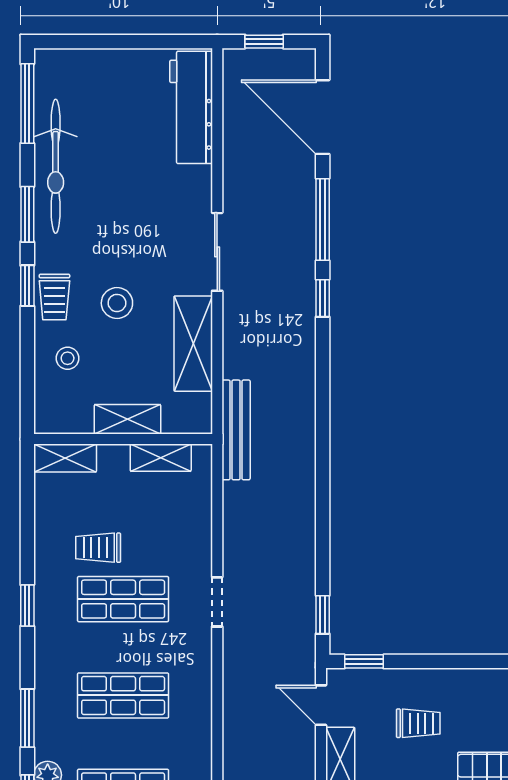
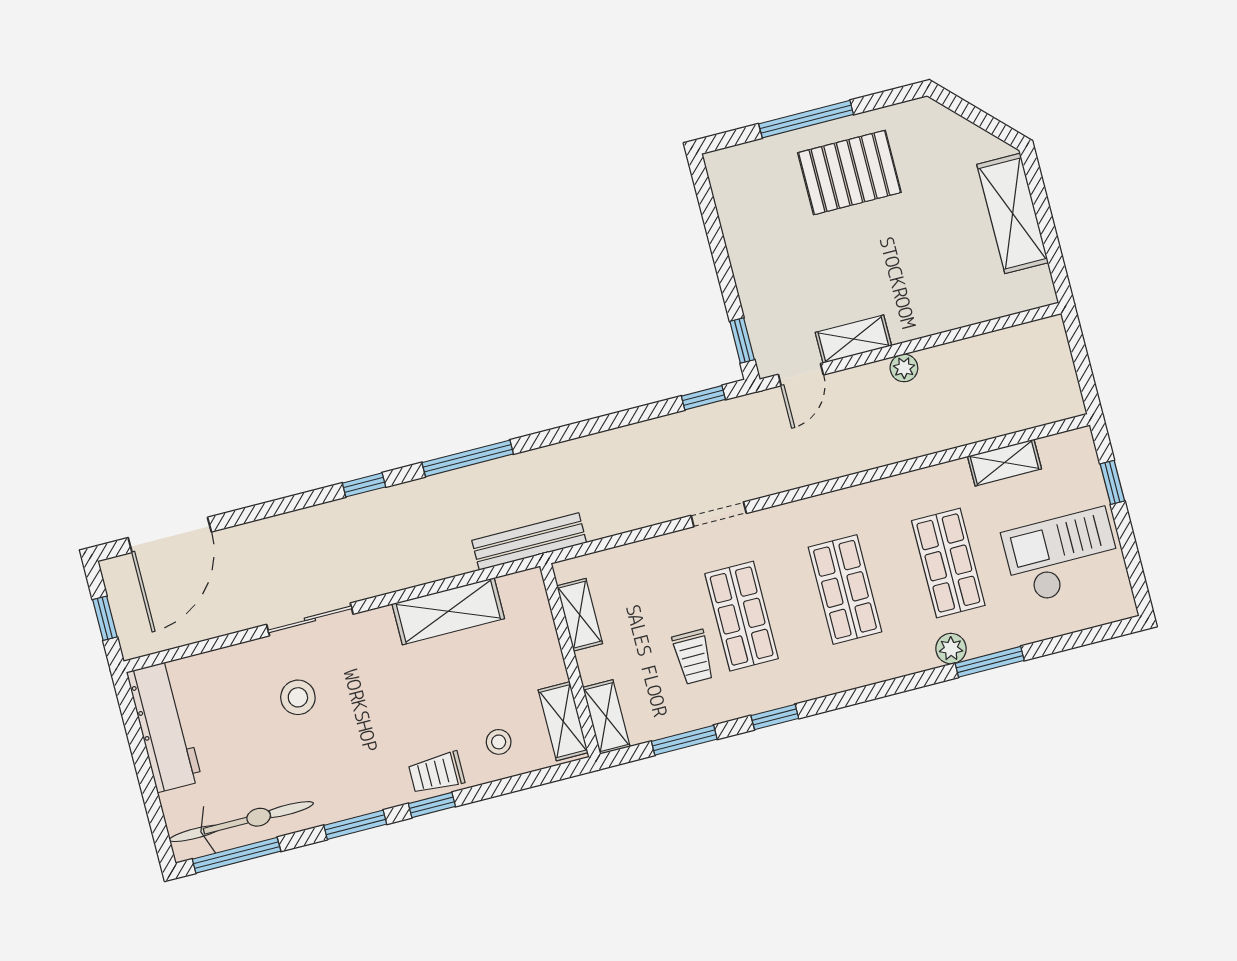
workbench: (191, 107) -> (164, 727), moved, turned -90
bicycle: (56, 166) -> (241, 822), moved
window: (323, 219) -> (468, 458), moved
sliding door: (217, 252) -> (310, 619), moved
trolley: (54, 297) -> (437, 773), turned 180
stool: (117, 303) -> (298, 697), moved
shelving: (127, 419) -> (563, 721), moved
window: (27, 718) -> (684, 740), moved
trolley: (418, 723) -> (793, 265), removed

